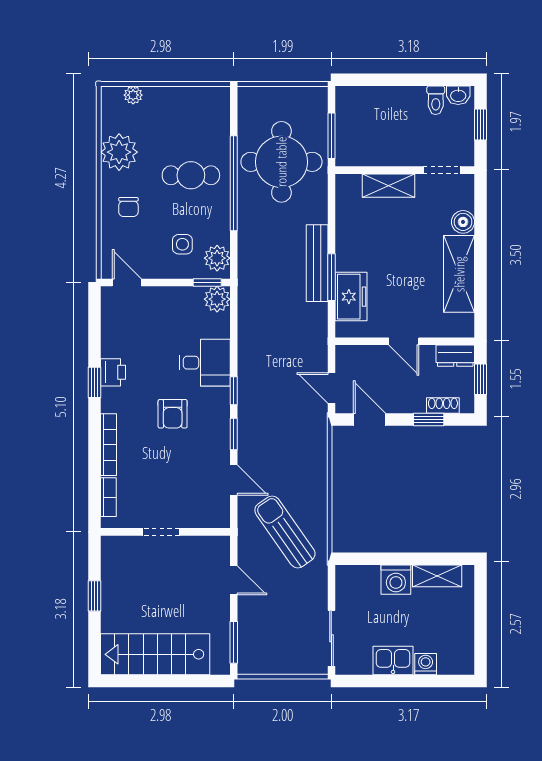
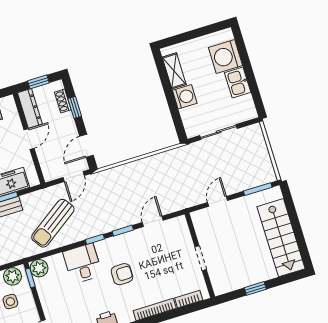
dresser: (455, 356) -> (30, 108), width x1.44
sun lounger: (285, 532) -> (53, 223), moved
sliding door: (331, 638) -> (219, 132), moved
washing machine: (426, 664) -> (225, 56), width x1.89, depth x1.89

